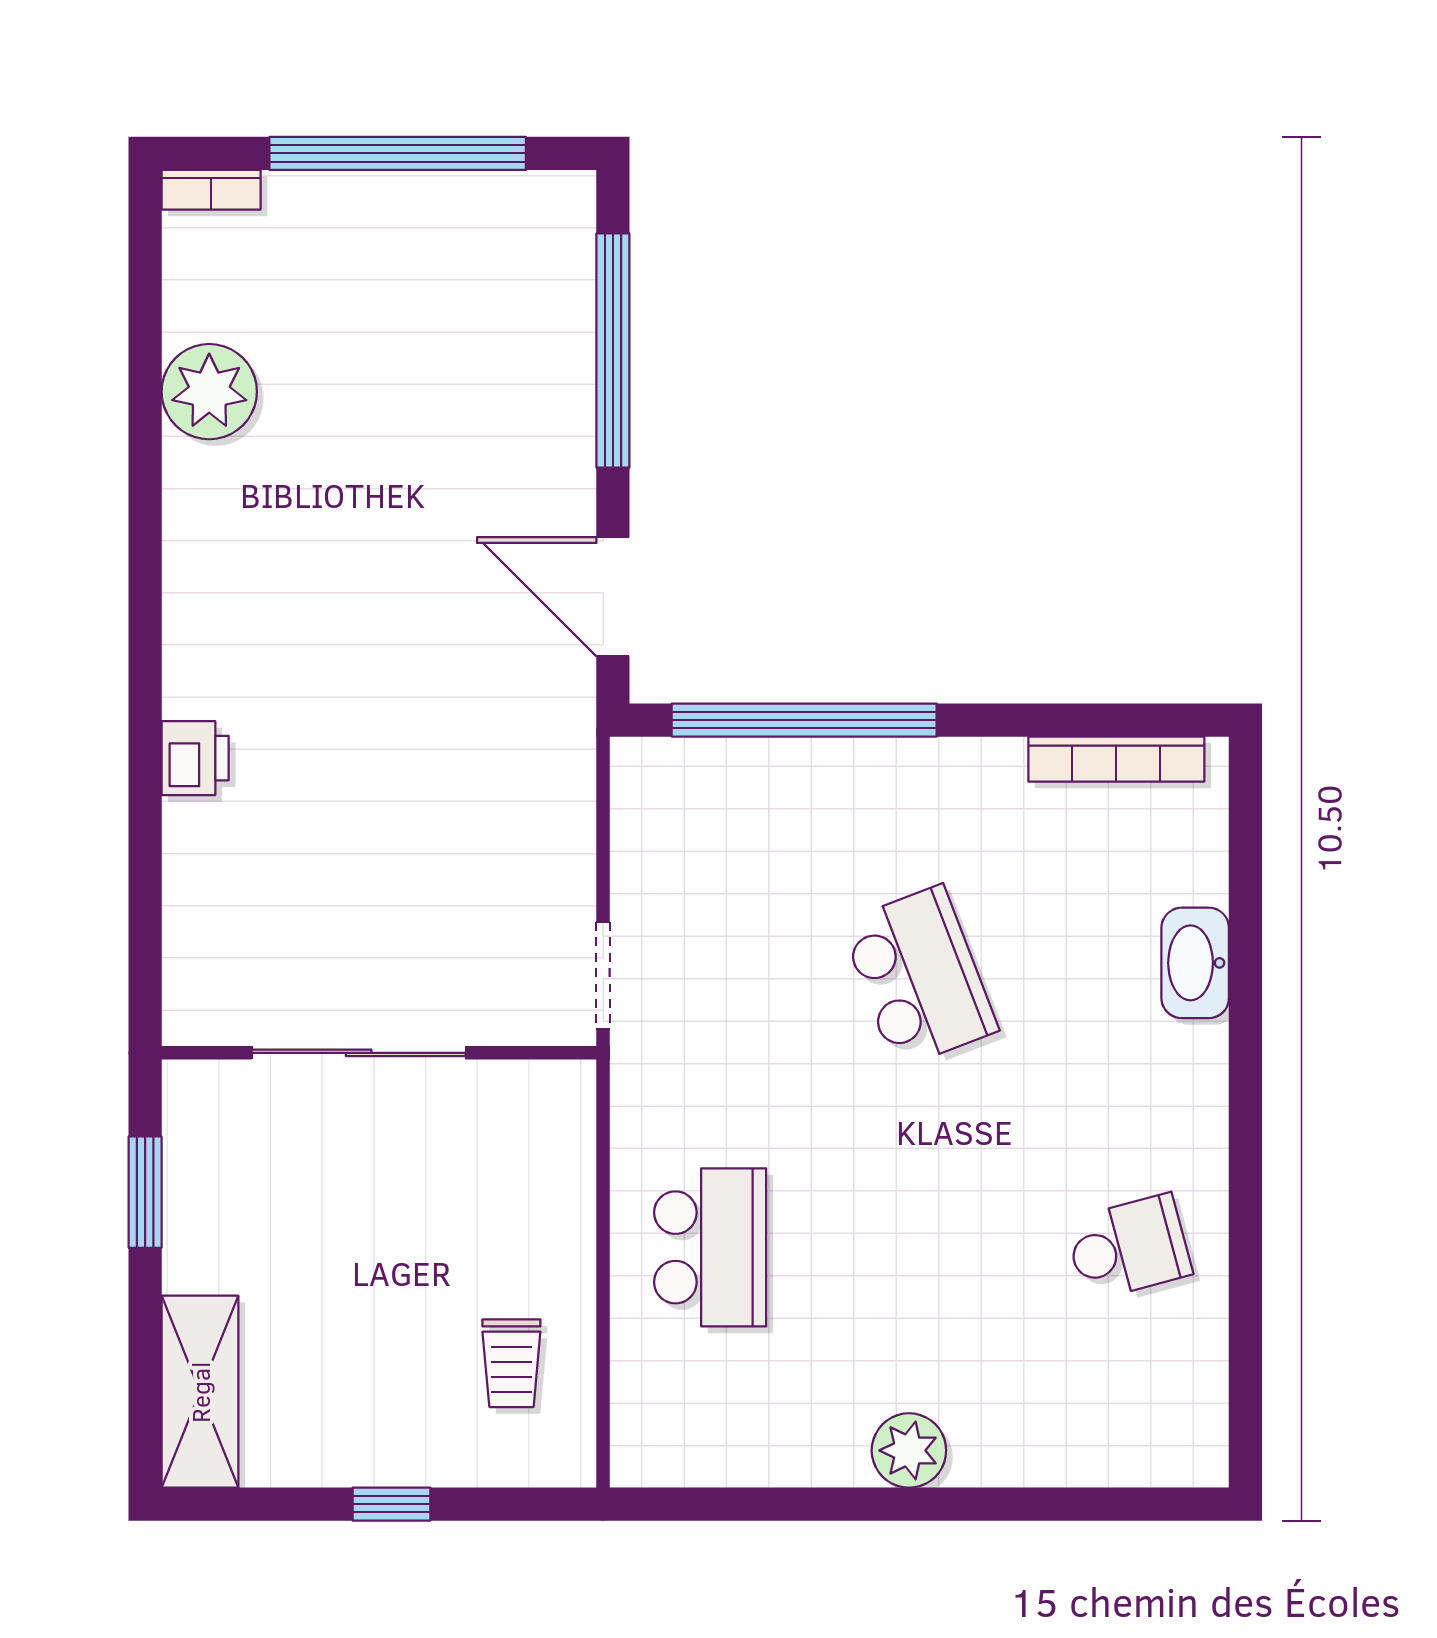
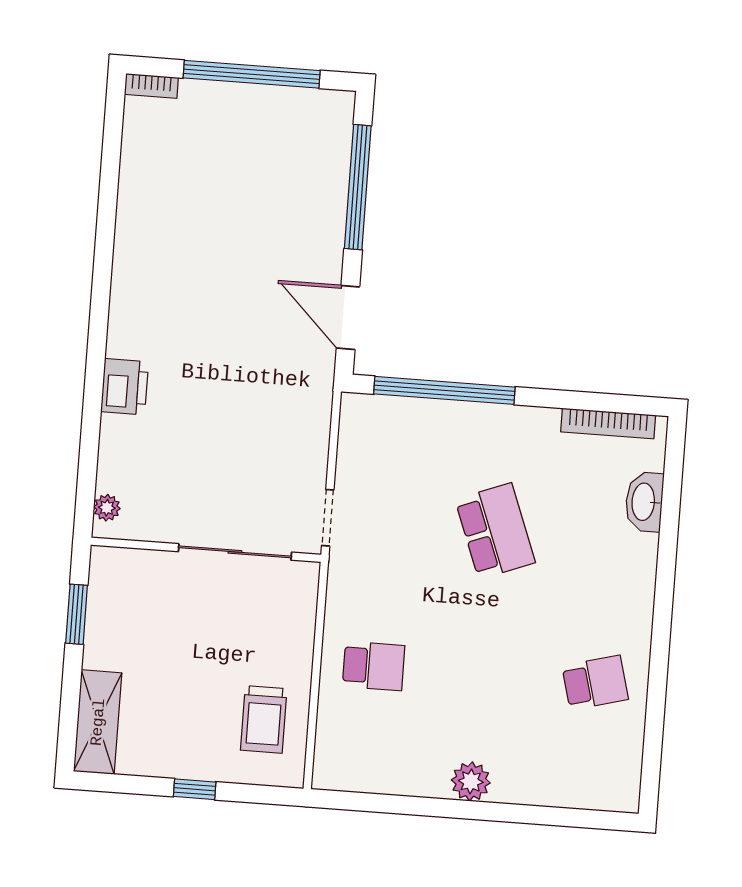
plant: (209, 392) -> (107, 508), moved, width x0.53, depth x0.53
printer: (195, 758) -> (125, 387), width x1.36, depth x1.24
washbasin: (1195, 963) -> (644, 502), moved
sliding door: (359, 1053) -> (235, 552), moved
school desk: (710, 1247) -> (374, 666), width x0.54
trolley: (511, 1363) -> (264, 719), width x1.36, depth x1.39

